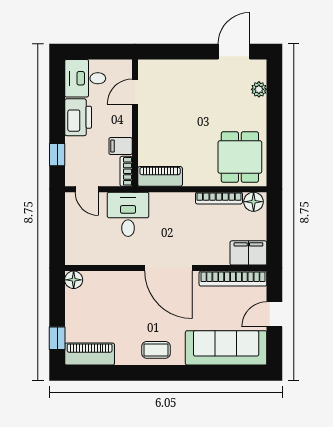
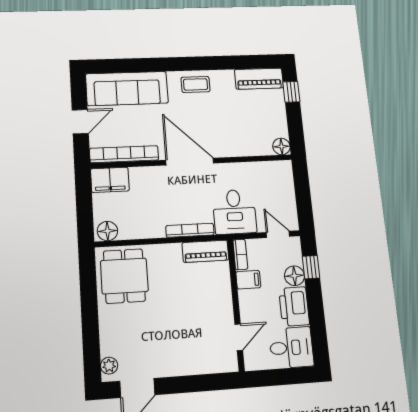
plant: (259, 89) -> (109, 366), moved
floor lamp: (75, 147) -> (294, 276), added
bookcase: (219, 198) -> (190, 230), moved

